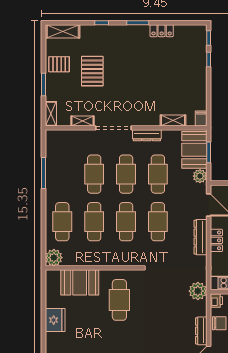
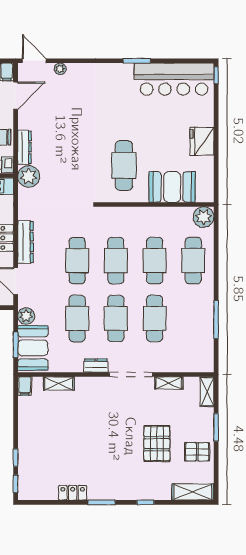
dresser: (147, 135) -> (96, 366), width x0.70
dresser: (201, 331) -> (24, 147), moved

